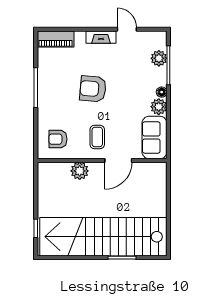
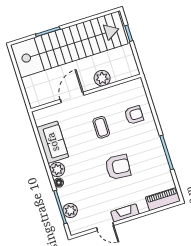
wall: (102, 160) -> (86, 93), moved
door: (118, 160) -> (72, 97), moved
plant: (80, 171) -> (102, 78), moved

